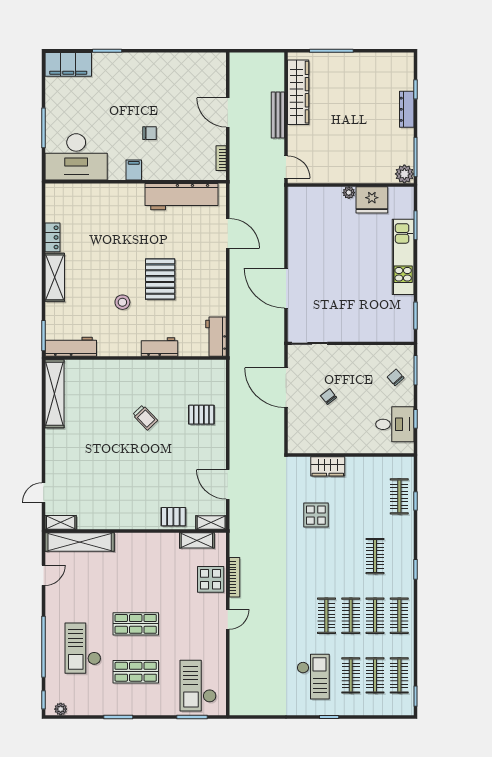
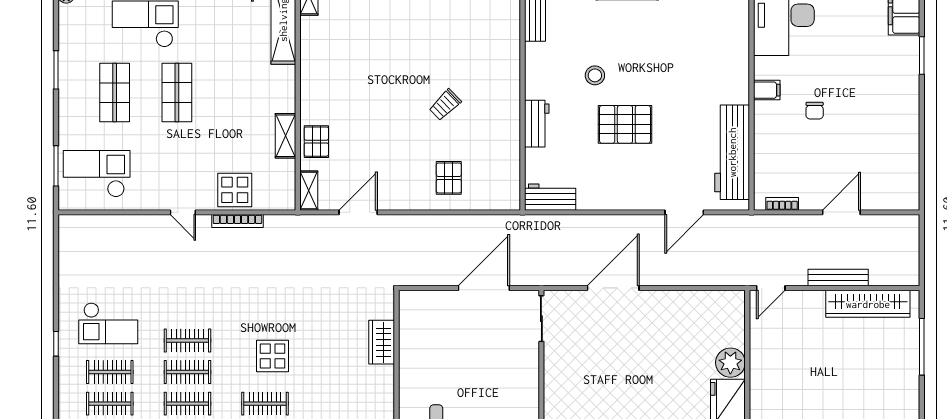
plant: (349, 193) -> (730, 363), width x1.88, depth x1.88
chair: (329, 397) -> (472, 343), removed
display table: (316, 515) -> (273, 356), moved
shelving: (197, 540) -> (285, 136), moved

